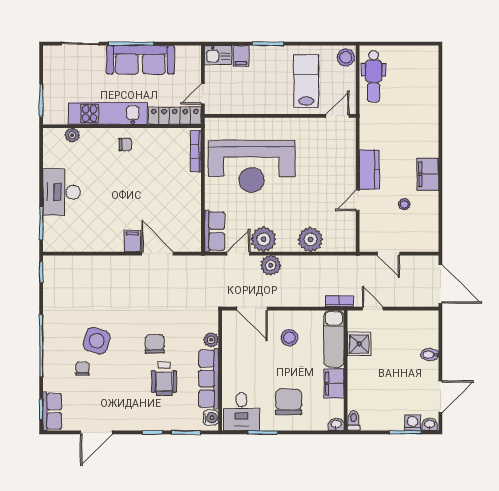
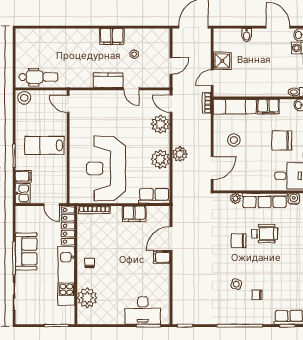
sofa: (140, 60) -> (26, 251), width x0.73
lab bench: (306, 81) -> (45, 145), moved
plant: (72, 135) -> (87, 298), width x1.87, depth x1.87
reception desk: (251, 166) -> (106, 168), turned 180
desk: (61, 192) -> (143, 310), moved
filing cabinet: (191, 204) -> (134, 214), added
door: (238, 254) -> (171, 104), moved
side table: (97, 341) -> (236, 284), width x0.54, depth x0.54
shower: (359, 344) -> (222, 61), moved

